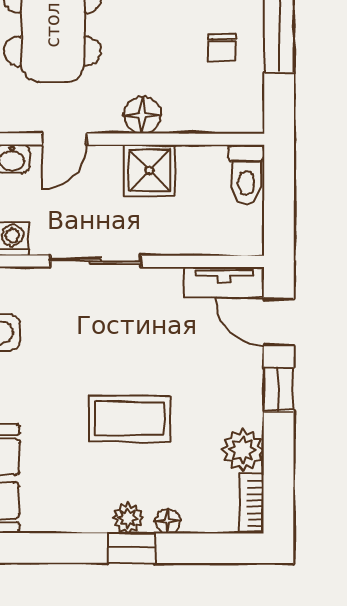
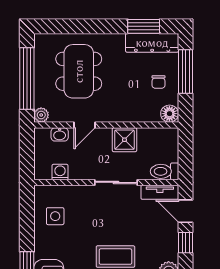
floor lamp: (142, 115) -> (169, 114), moved
toilet: (246, 175) -> (165, 171), moved, turned 90
sliding door: (96, 261) -> (116, 182), moved

